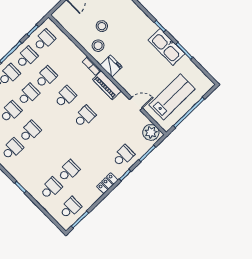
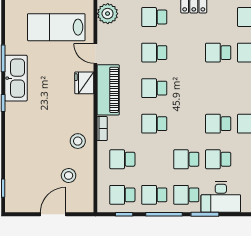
stool: (102, 26) -> (69, 175), moved
fridge: (111, 66) -> (84, 83), moved
school desk: (46, 77) -> (122, 159), moved
piano: (107, 85) -> (108, 90), width x1.37, depth x1.33
school desk: (104, 136) -> (154, 53), added

